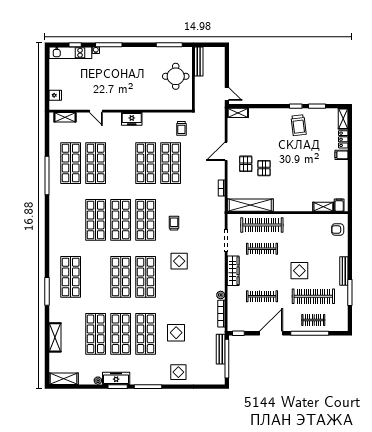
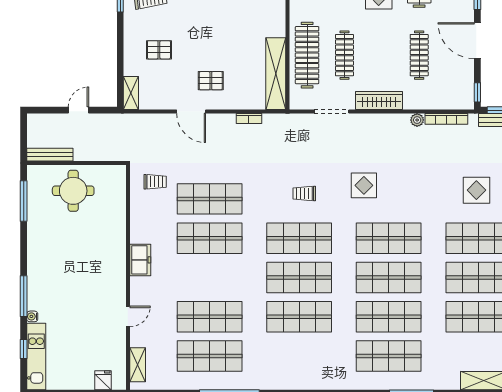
door: (227, 94) -> (78, 110), moved
pallet: (264, 168) -> (159, 50), moved
shop shelf: (96, 277) -> (389, 317), added

